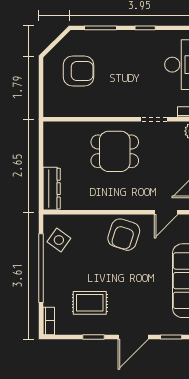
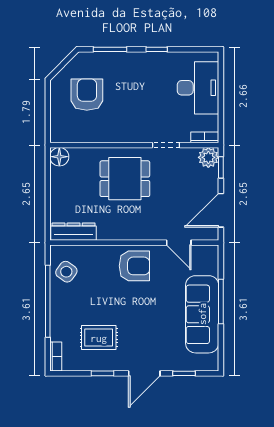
armchair: (79, 71) -> (87, 95), turned -90
floor lamp: (52, 130) -> (59, 157), added
dresser: (52, 189) -> (74, 232), moved, turned -90
door: (166, 212) -> (179, 243), hinge flipped
armchair: (124, 235) -> (134, 266), turned -108

